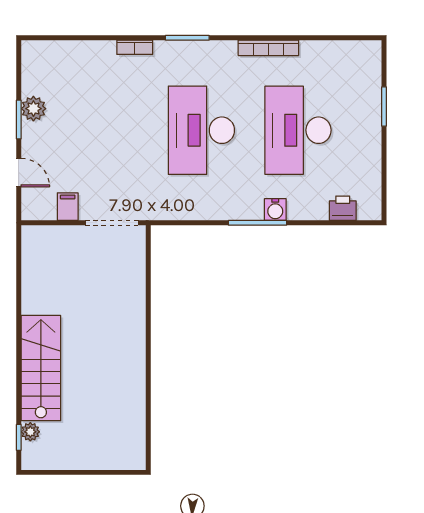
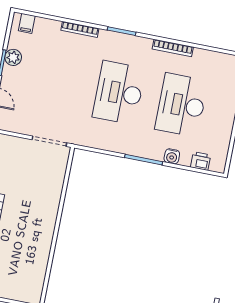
bookcase: (135, 47) -> (80, 29), width x1.56
filing cabinet: (68, 207) -> (27, 23), moved, turned 180
water cooler: (275, 210) -> (172, 156), moved

